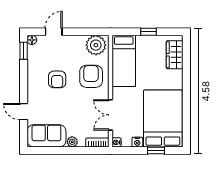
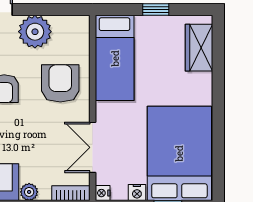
plant: (96, 45) -> (35, 32), moved

